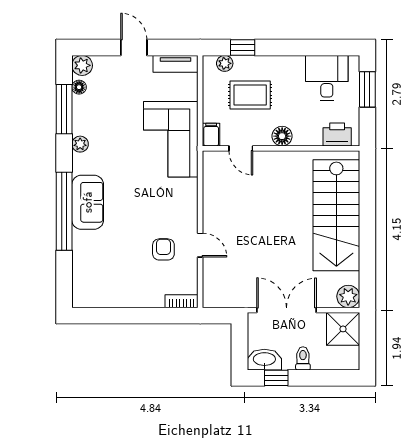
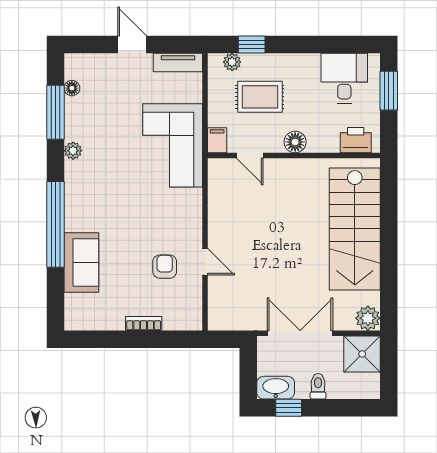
plant: (82, 65) -> (75, 64), removed
sofa: (88, 202) -> (81, 263), moved
bookcase: (181, 301) -> (144, 323), moved

